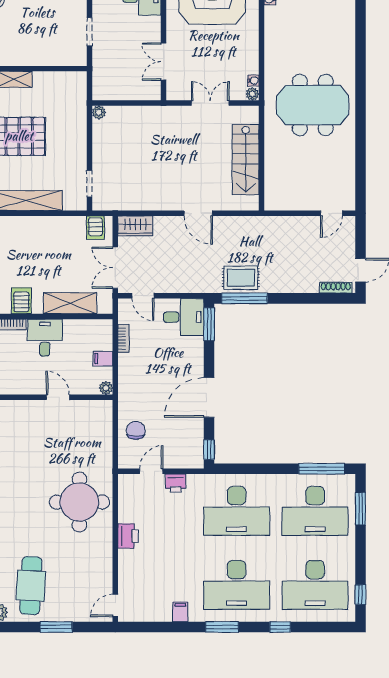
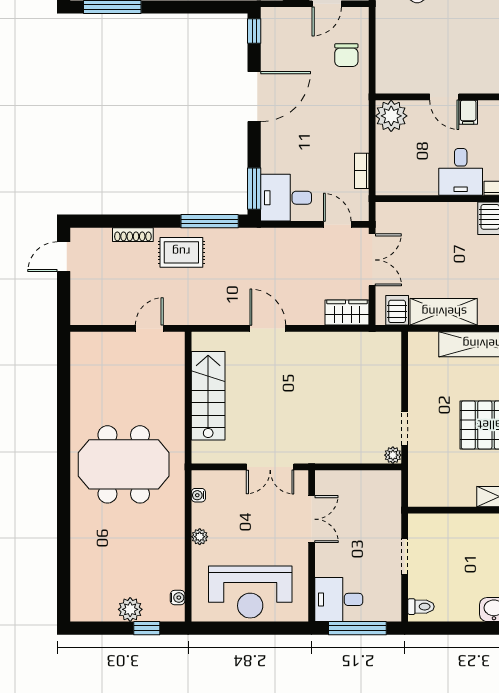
plant: (252, 94) -> (200, 537), moved
double door: (210, 103) -> (270, 467), moved
doorway: (89, 184) -> (405, 428), moved
door: (331, 213) -> (149, 328), moved
rug: (241, 278) -> (181, 252), moved
shoe rack: (336, 288) -> (133, 235), moved
shelving: (70, 303) -> (444, 312), moved
filing cabinet: (103, 359) -> (468, 112), moved, turned 90
plant: (106, 388) -> (391, 116), width x1.87, depth x1.87

